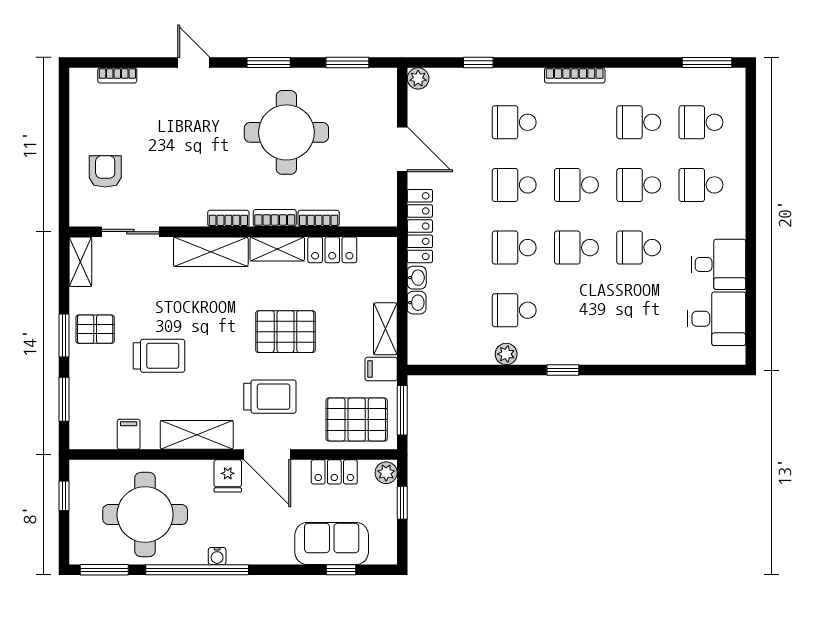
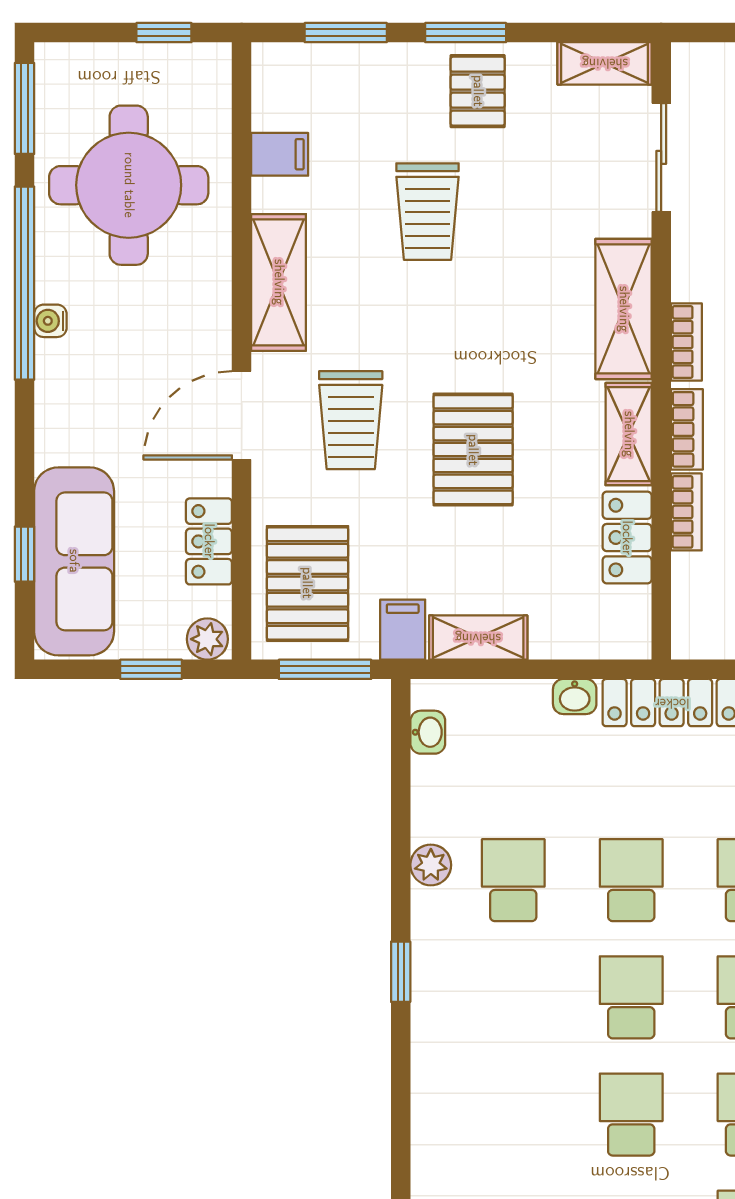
washbasin: (417, 303) -> (428, 732), moved, turned -90
fridge: (228, 476) -> (201, 341), removed
sofa: (332, 544) -> (74, 561), width x1.36

